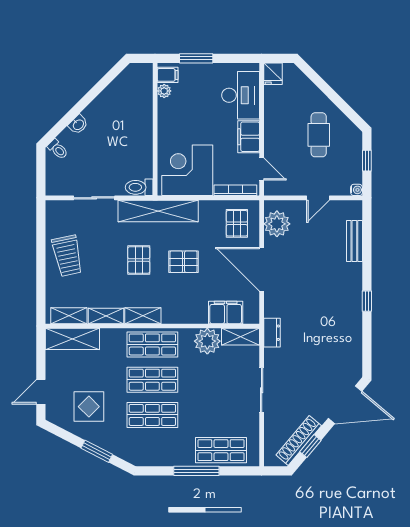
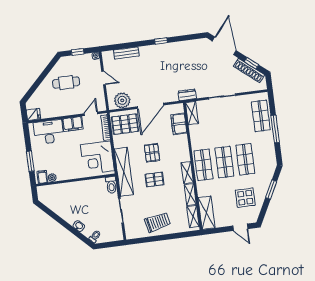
pallet: (237, 223) -> (125, 124), width x1.50, depth x1.42
plant: (207, 341) -> (197, 133), removed

